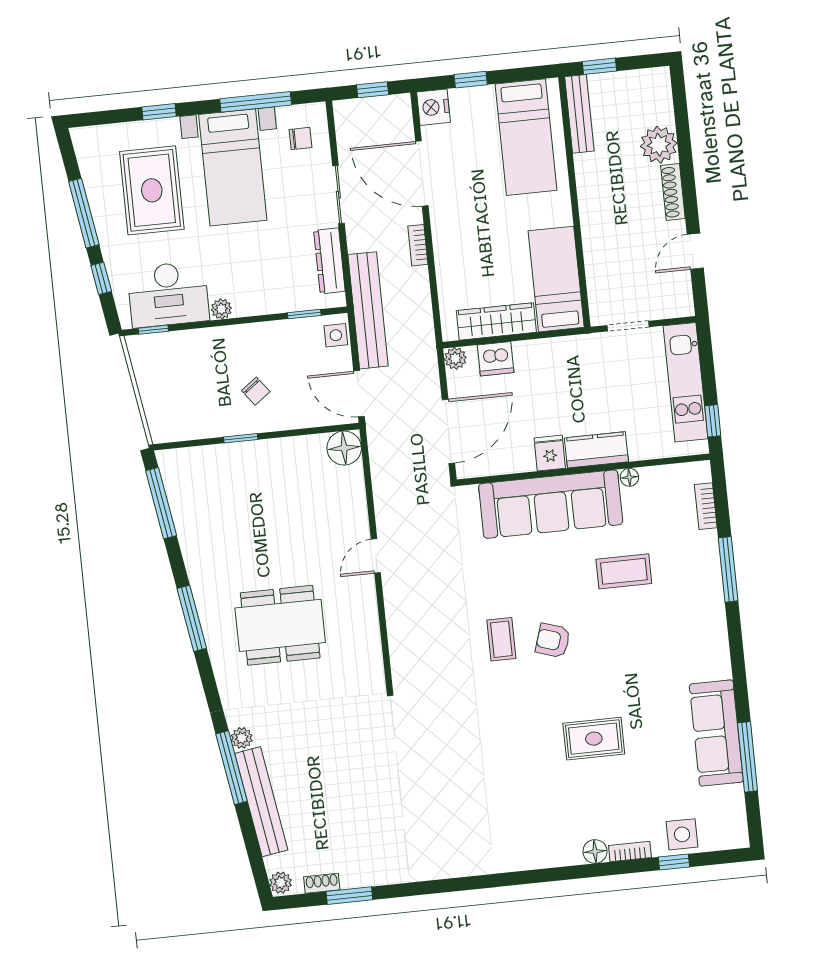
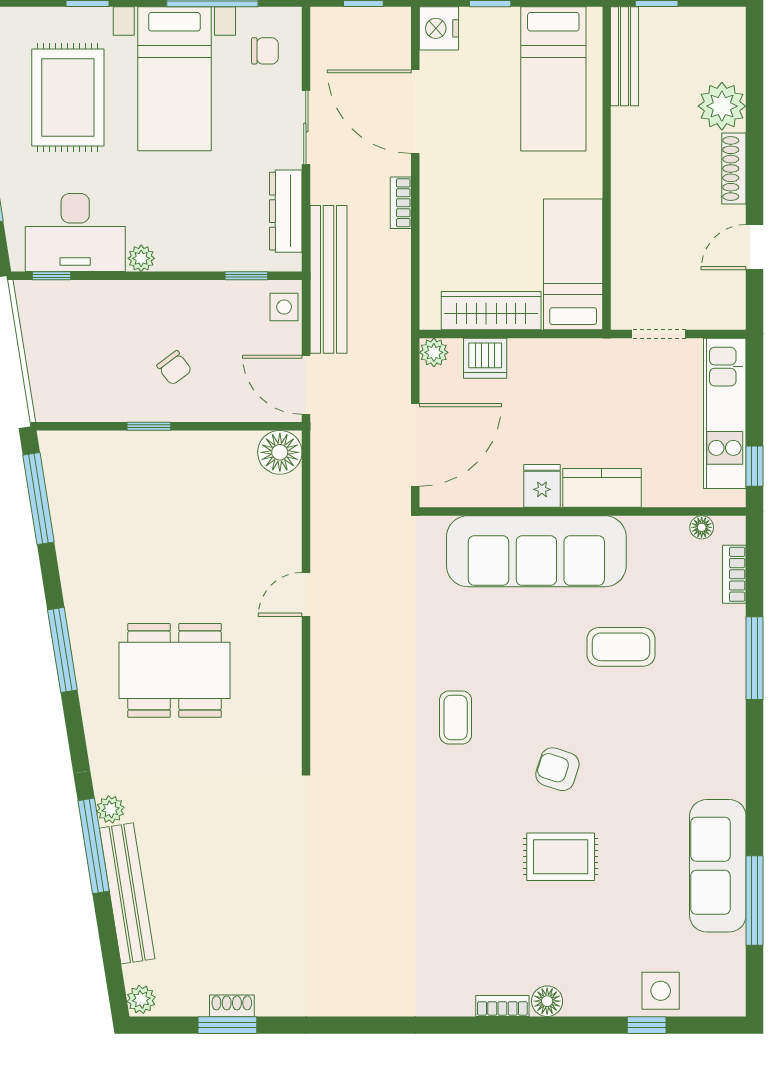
floor lamp: (629, 477) -> (702, 527), moved
armchair: (553, 641) -> (557, 769), moved
bookcase: (630, 852) -> (502, 1006), moved
shoe rack: (322, 883) -> (232, 1006), moved

